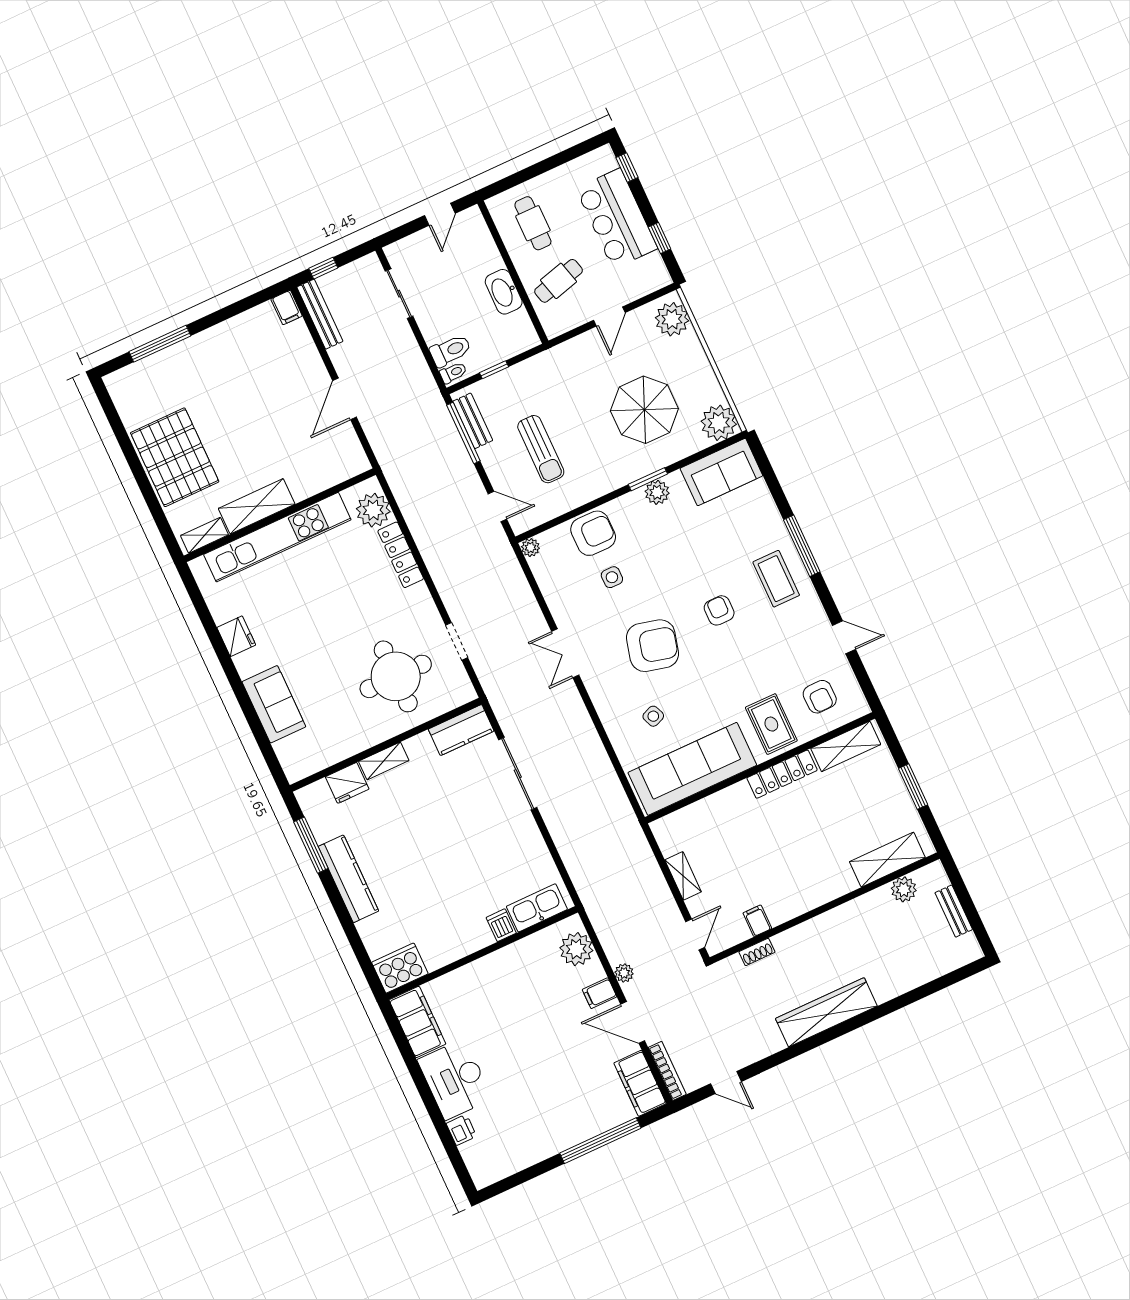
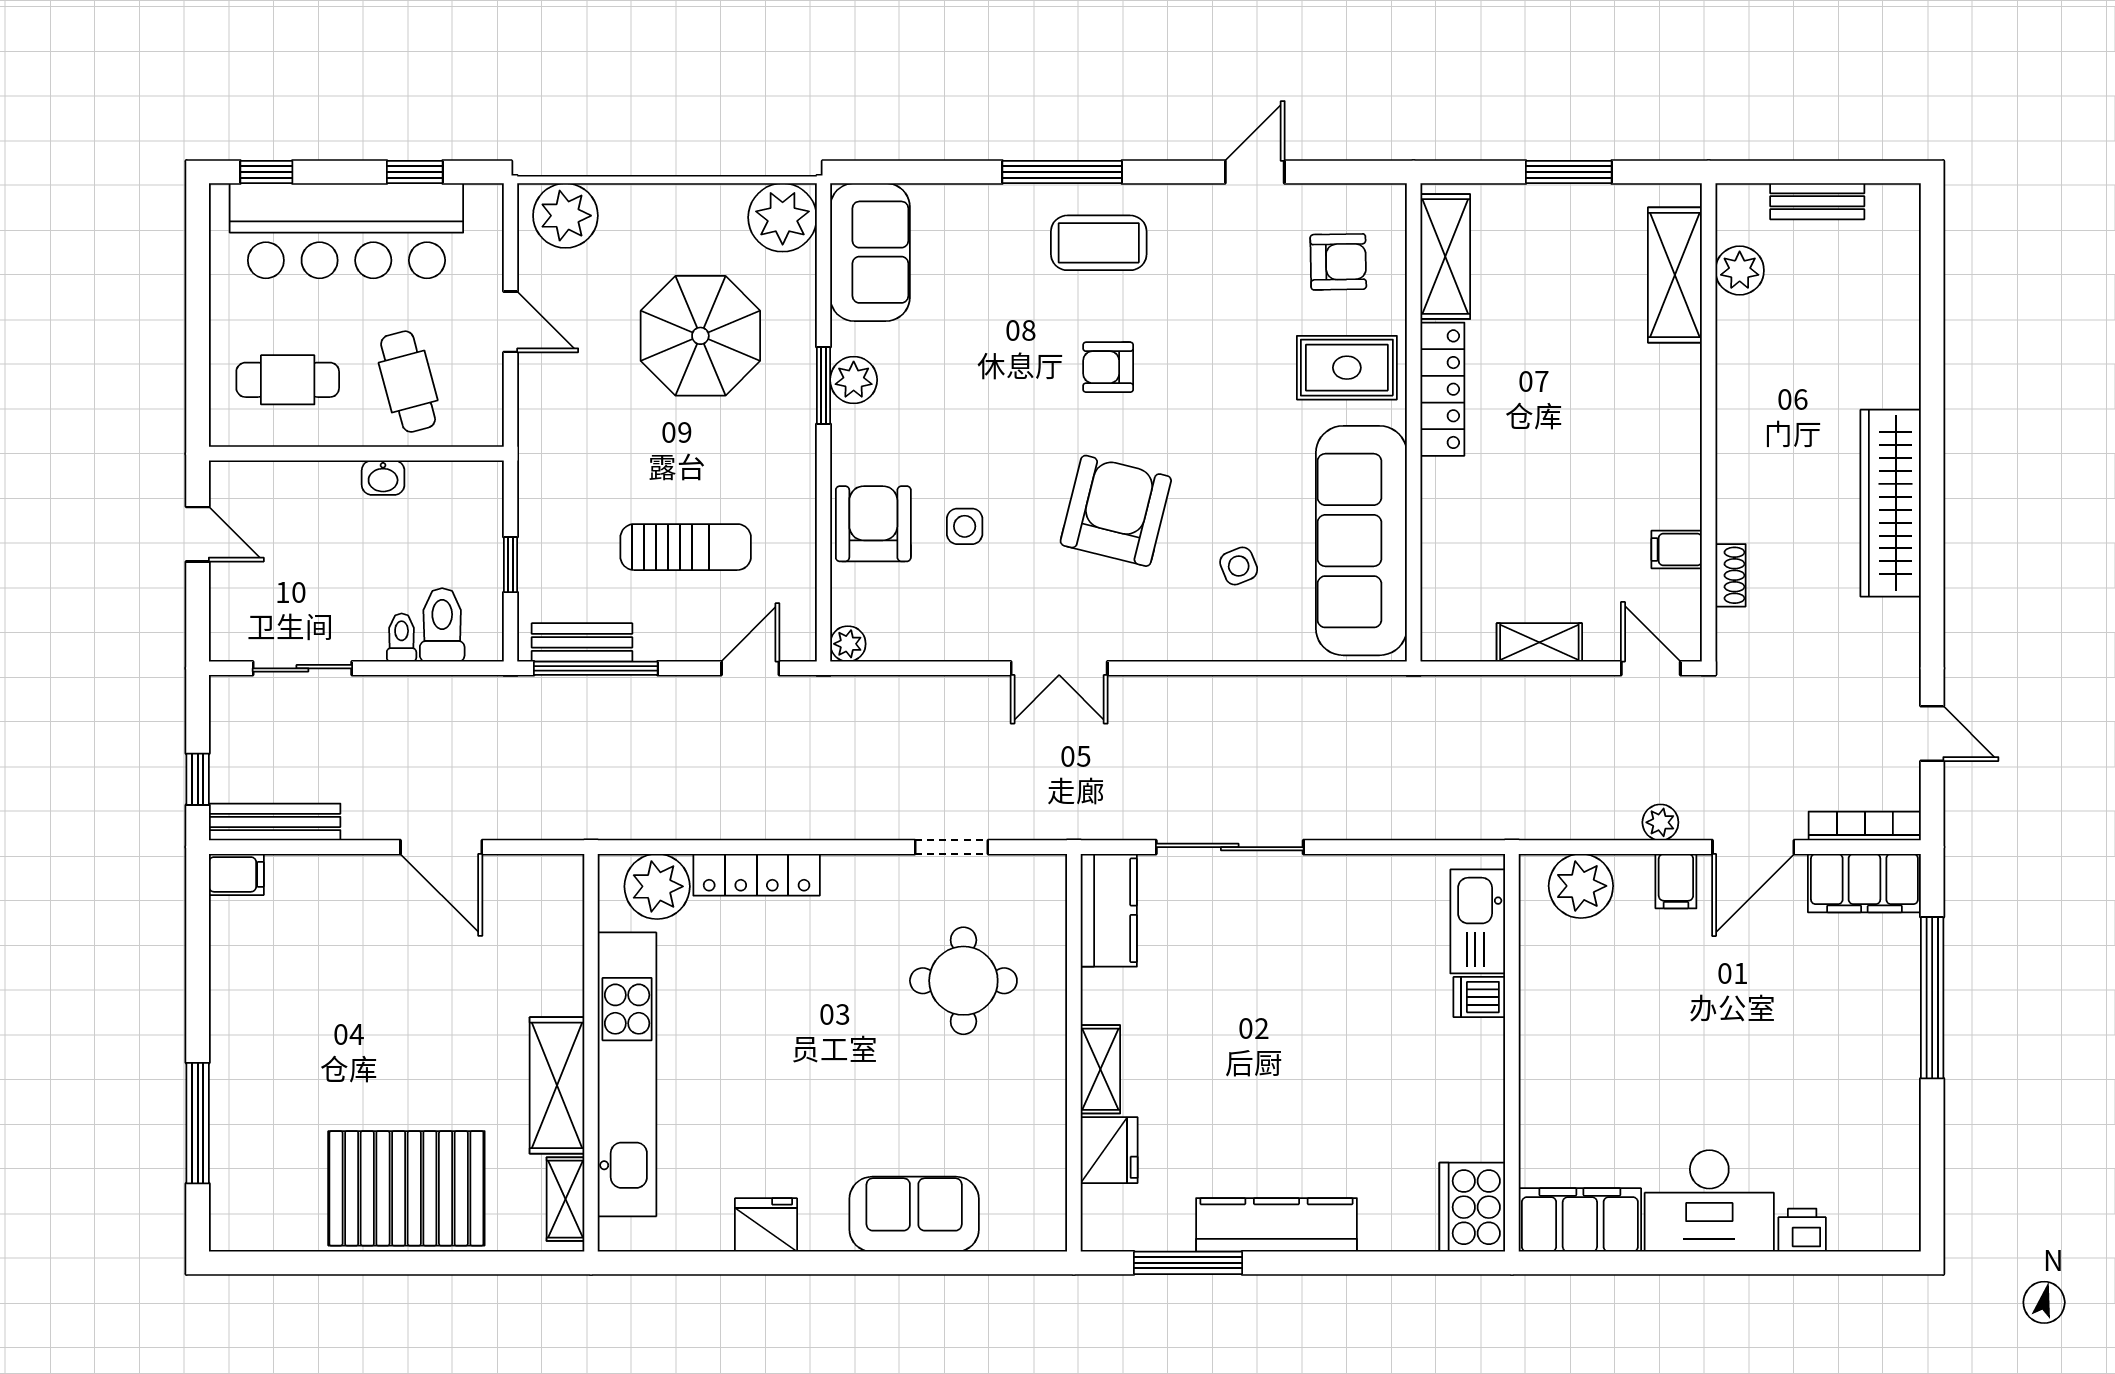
bar counter: (617, 218) -> (346, 231), width x1.36
washbasin: (504, 292) -> (383, 478), width x0.52, depth x0.69
toilet: (453, 373) -> (402, 638), moved
round table: (396, 676) -> (963, 981), width x0.73, depth x0.73
door: (726, 1083) -> (1932, 734), hinge flipped

